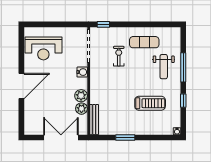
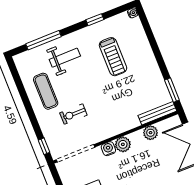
window: (183, 67) -> (44, 40), moved
plant: (81, 96) -> (123, 144), moved
treadmill: (150, 103) -> (113, 57), turned 180
window: (125, 137) -> (172, 90), moved

